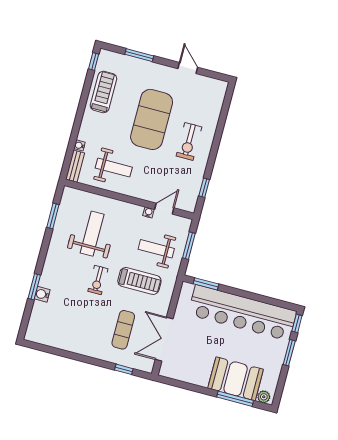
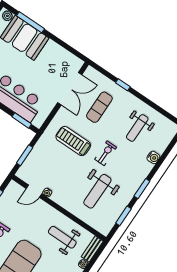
weight bench: (156, 249) -> (137, 128), moved, turned 90
window: (34, 287) -> (142, 189), moved
window: (124, 369) -> (123, 85), moved

